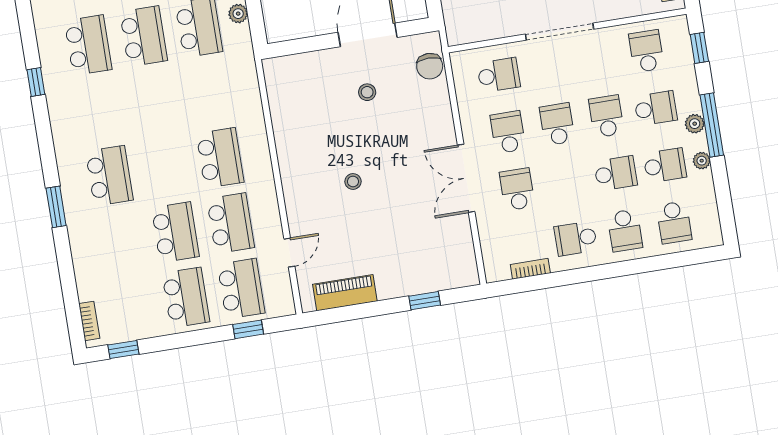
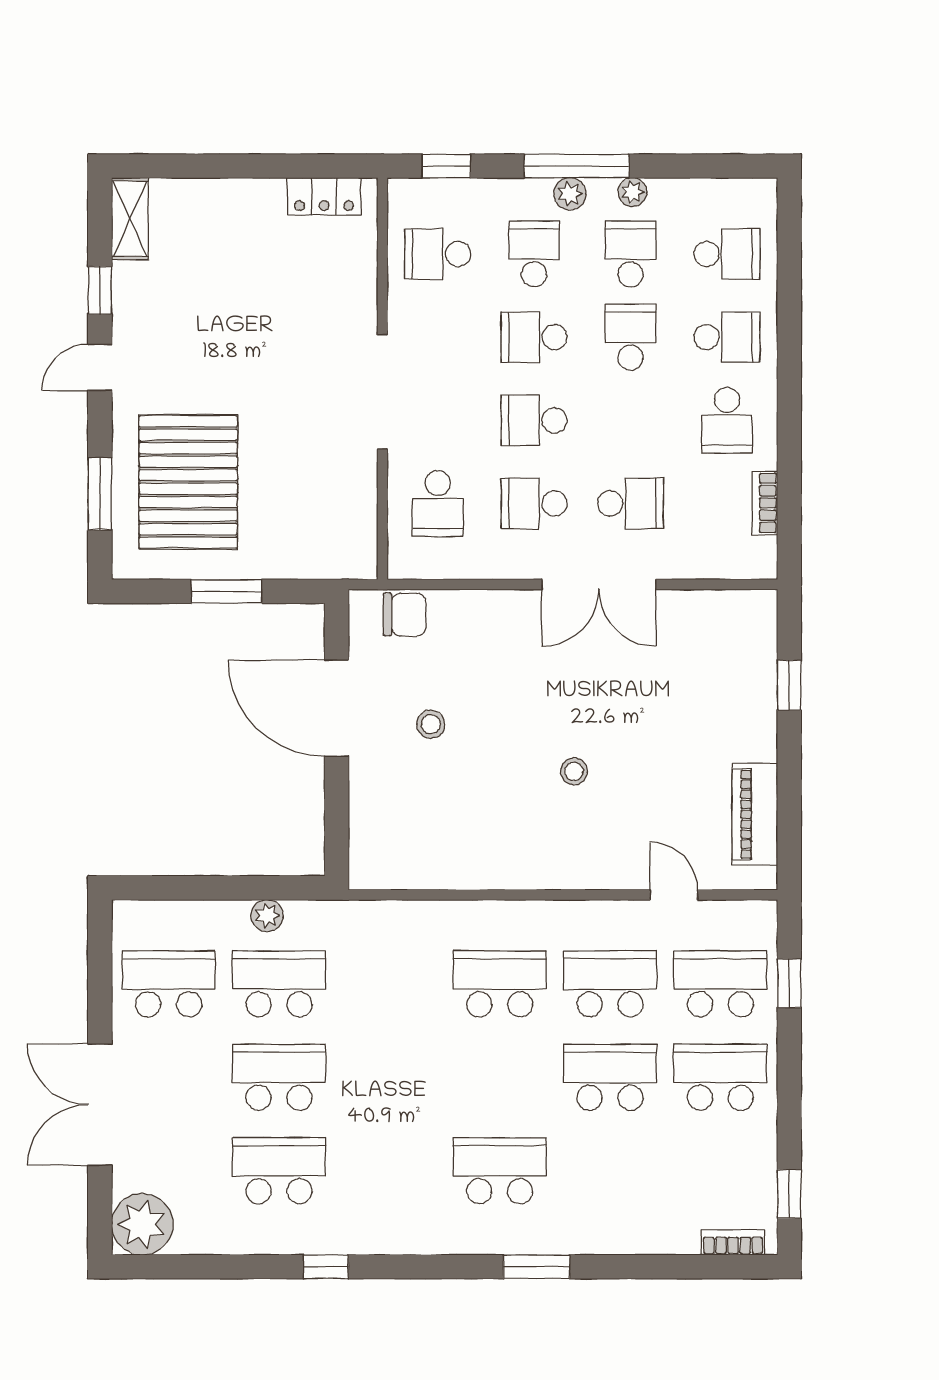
school desk: (499, 75) -> (438, 503), turned 180
school desk: (517, 189) -> (631, 503), turned 180

